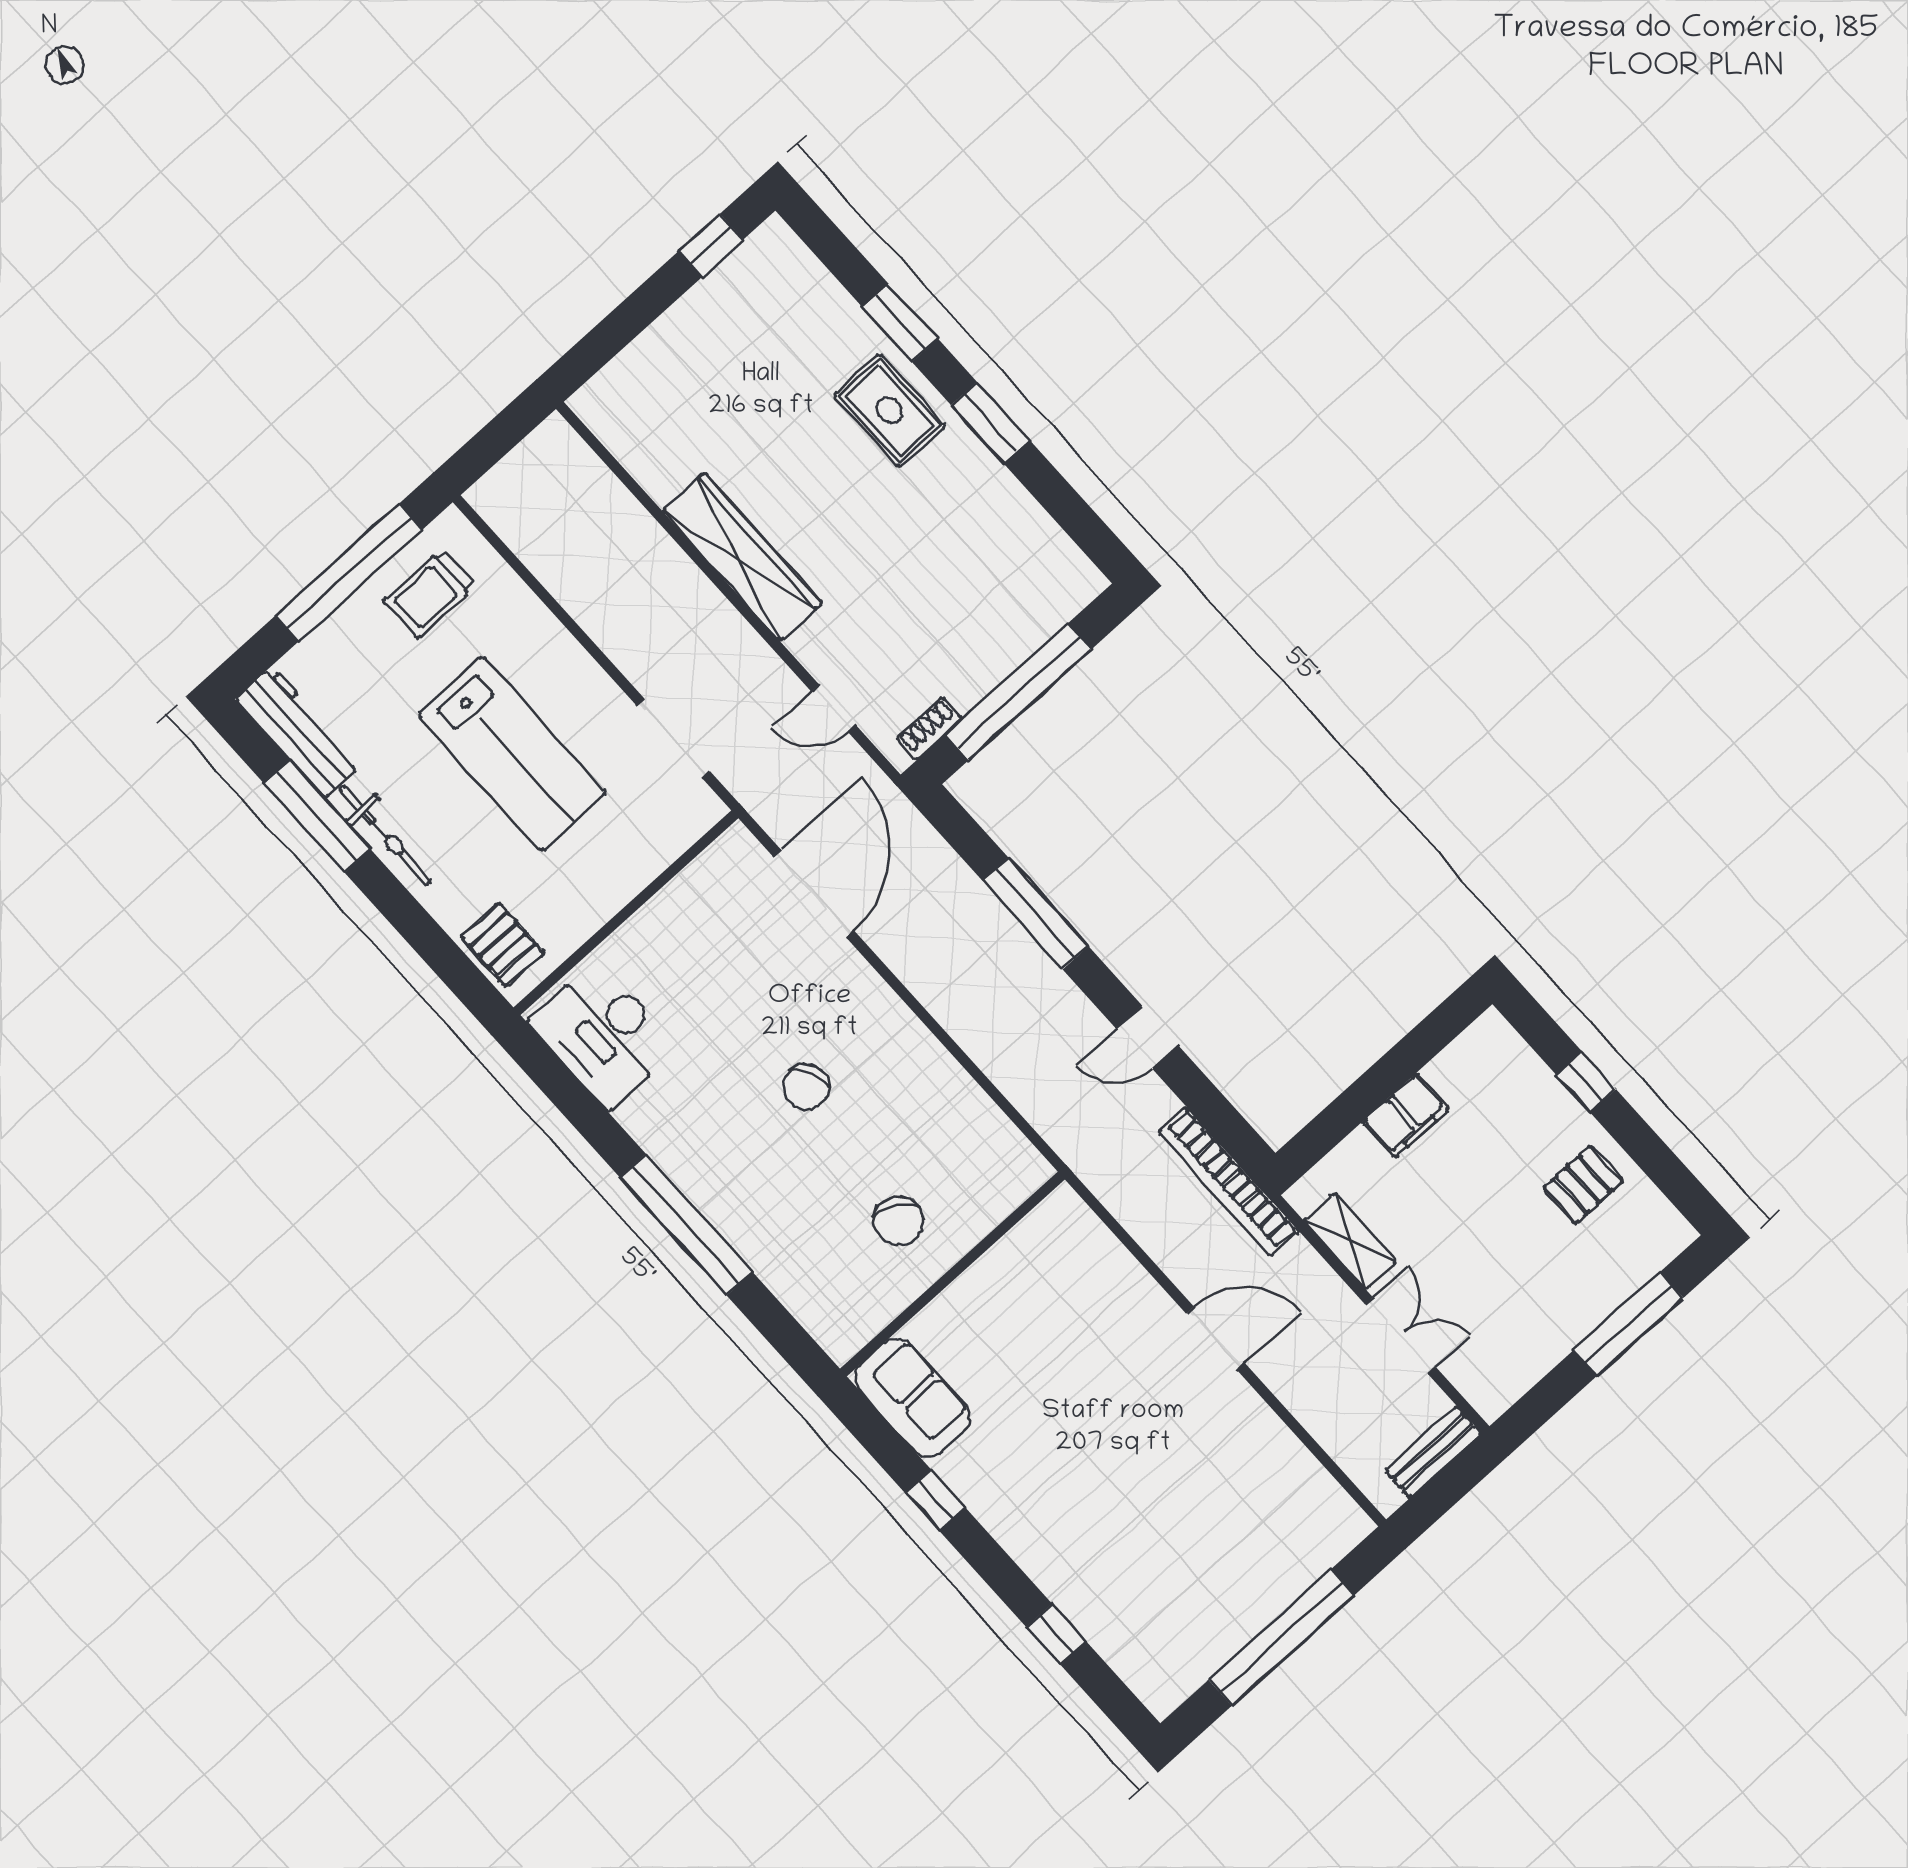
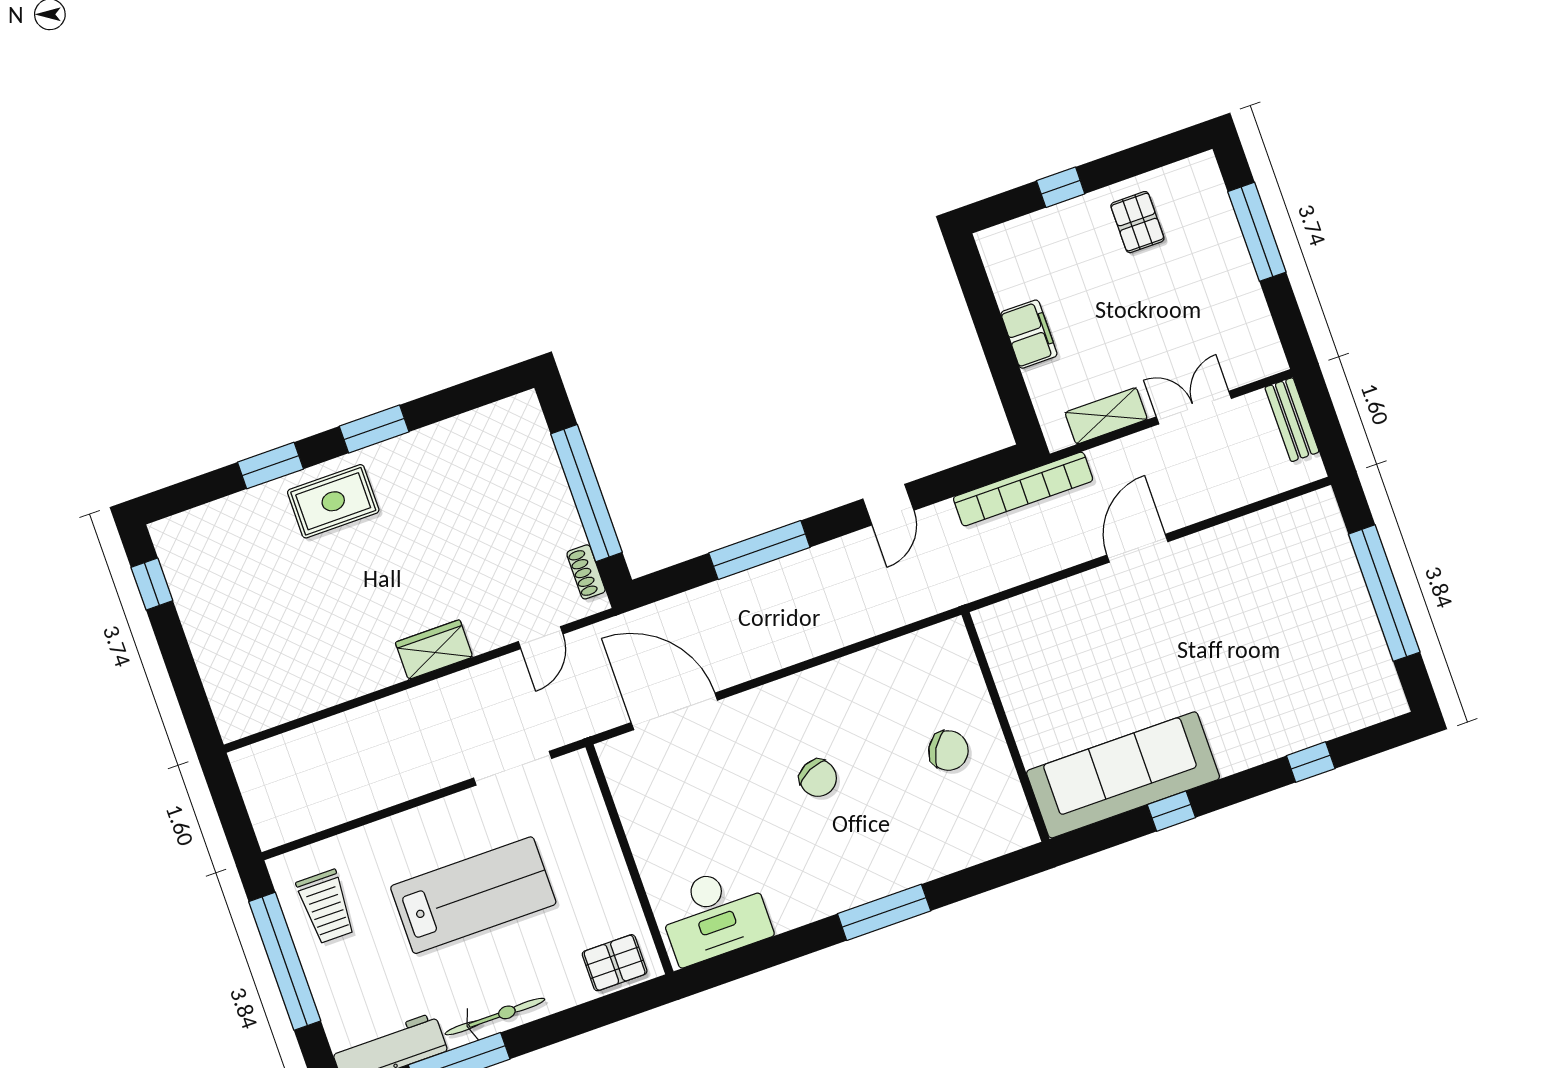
wardrobe: (742, 557) -> (434, 650), width x0.48, depth x0.85
window: (686, 1225) -> (884, 912), width x0.68
sofa: (913, 1398) -> (1123, 775), width x1.85, depth x1.27

